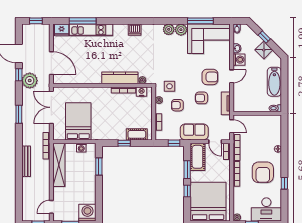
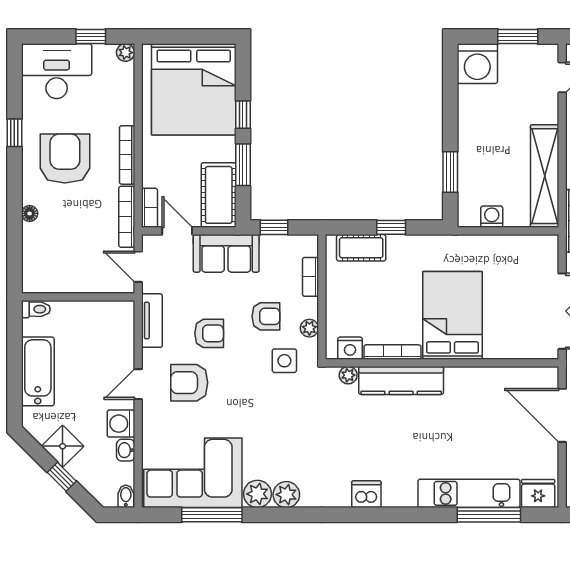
bed: (78, 121) -> (452, 315), moved, turned 180

